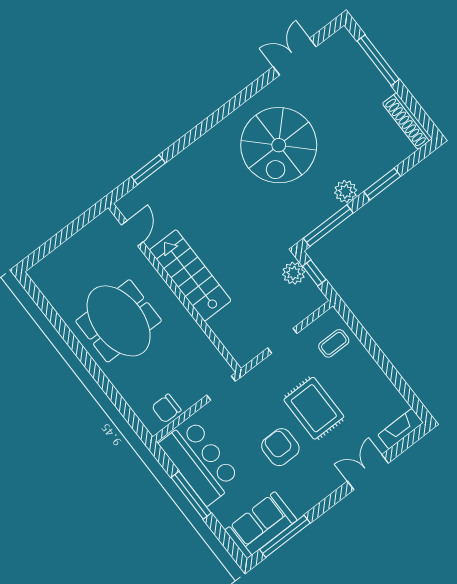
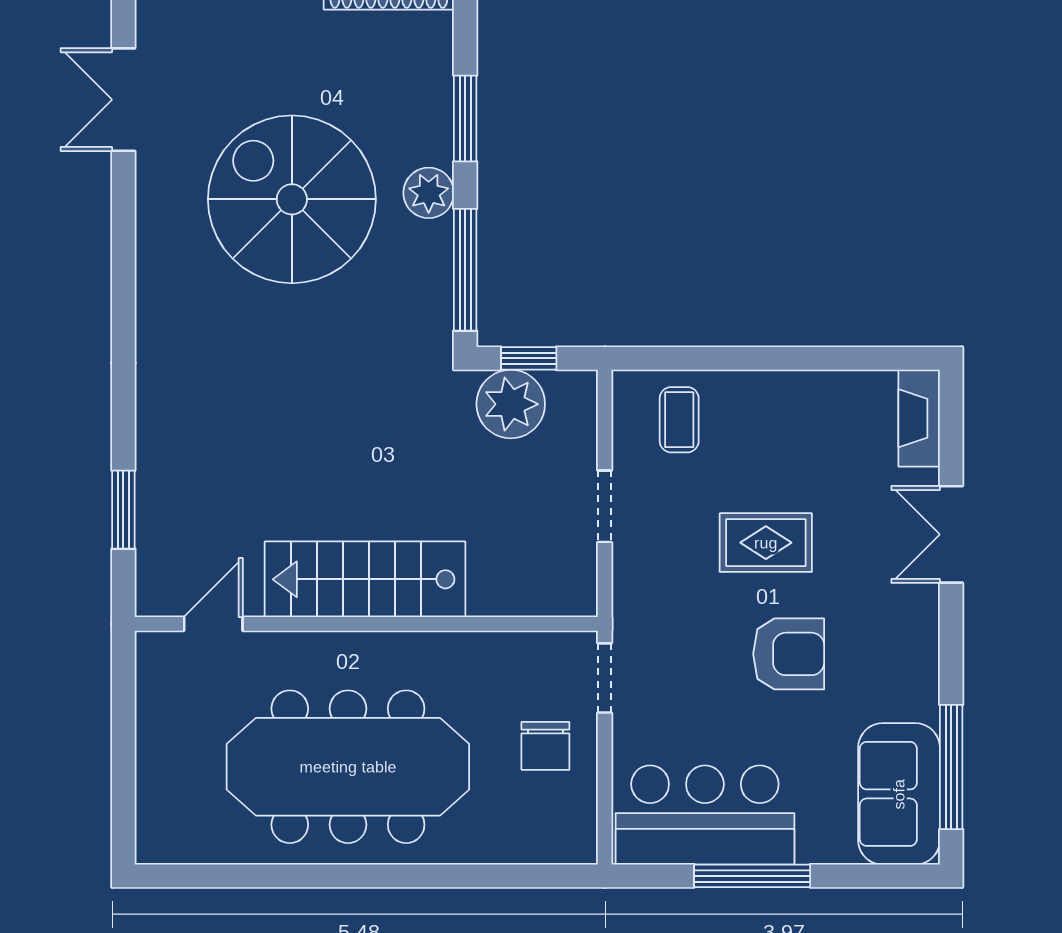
spiral stairs: (279, 145) -> (292, 199), moved, turned 180
door: (132, 233) -> (213, 624), hinge flipped
plant: (294, 273) -> (511, 404), width x1.36, depth x1.36
meeting table: (119, 321) -> (348, 767), width x1.36
chair: (166, 408) -> (545, 746), moved
rug: (314, 408) -> (766, 543), width x0.73, depth x0.70
armchair: (280, 447) -> (789, 654), turned 180

